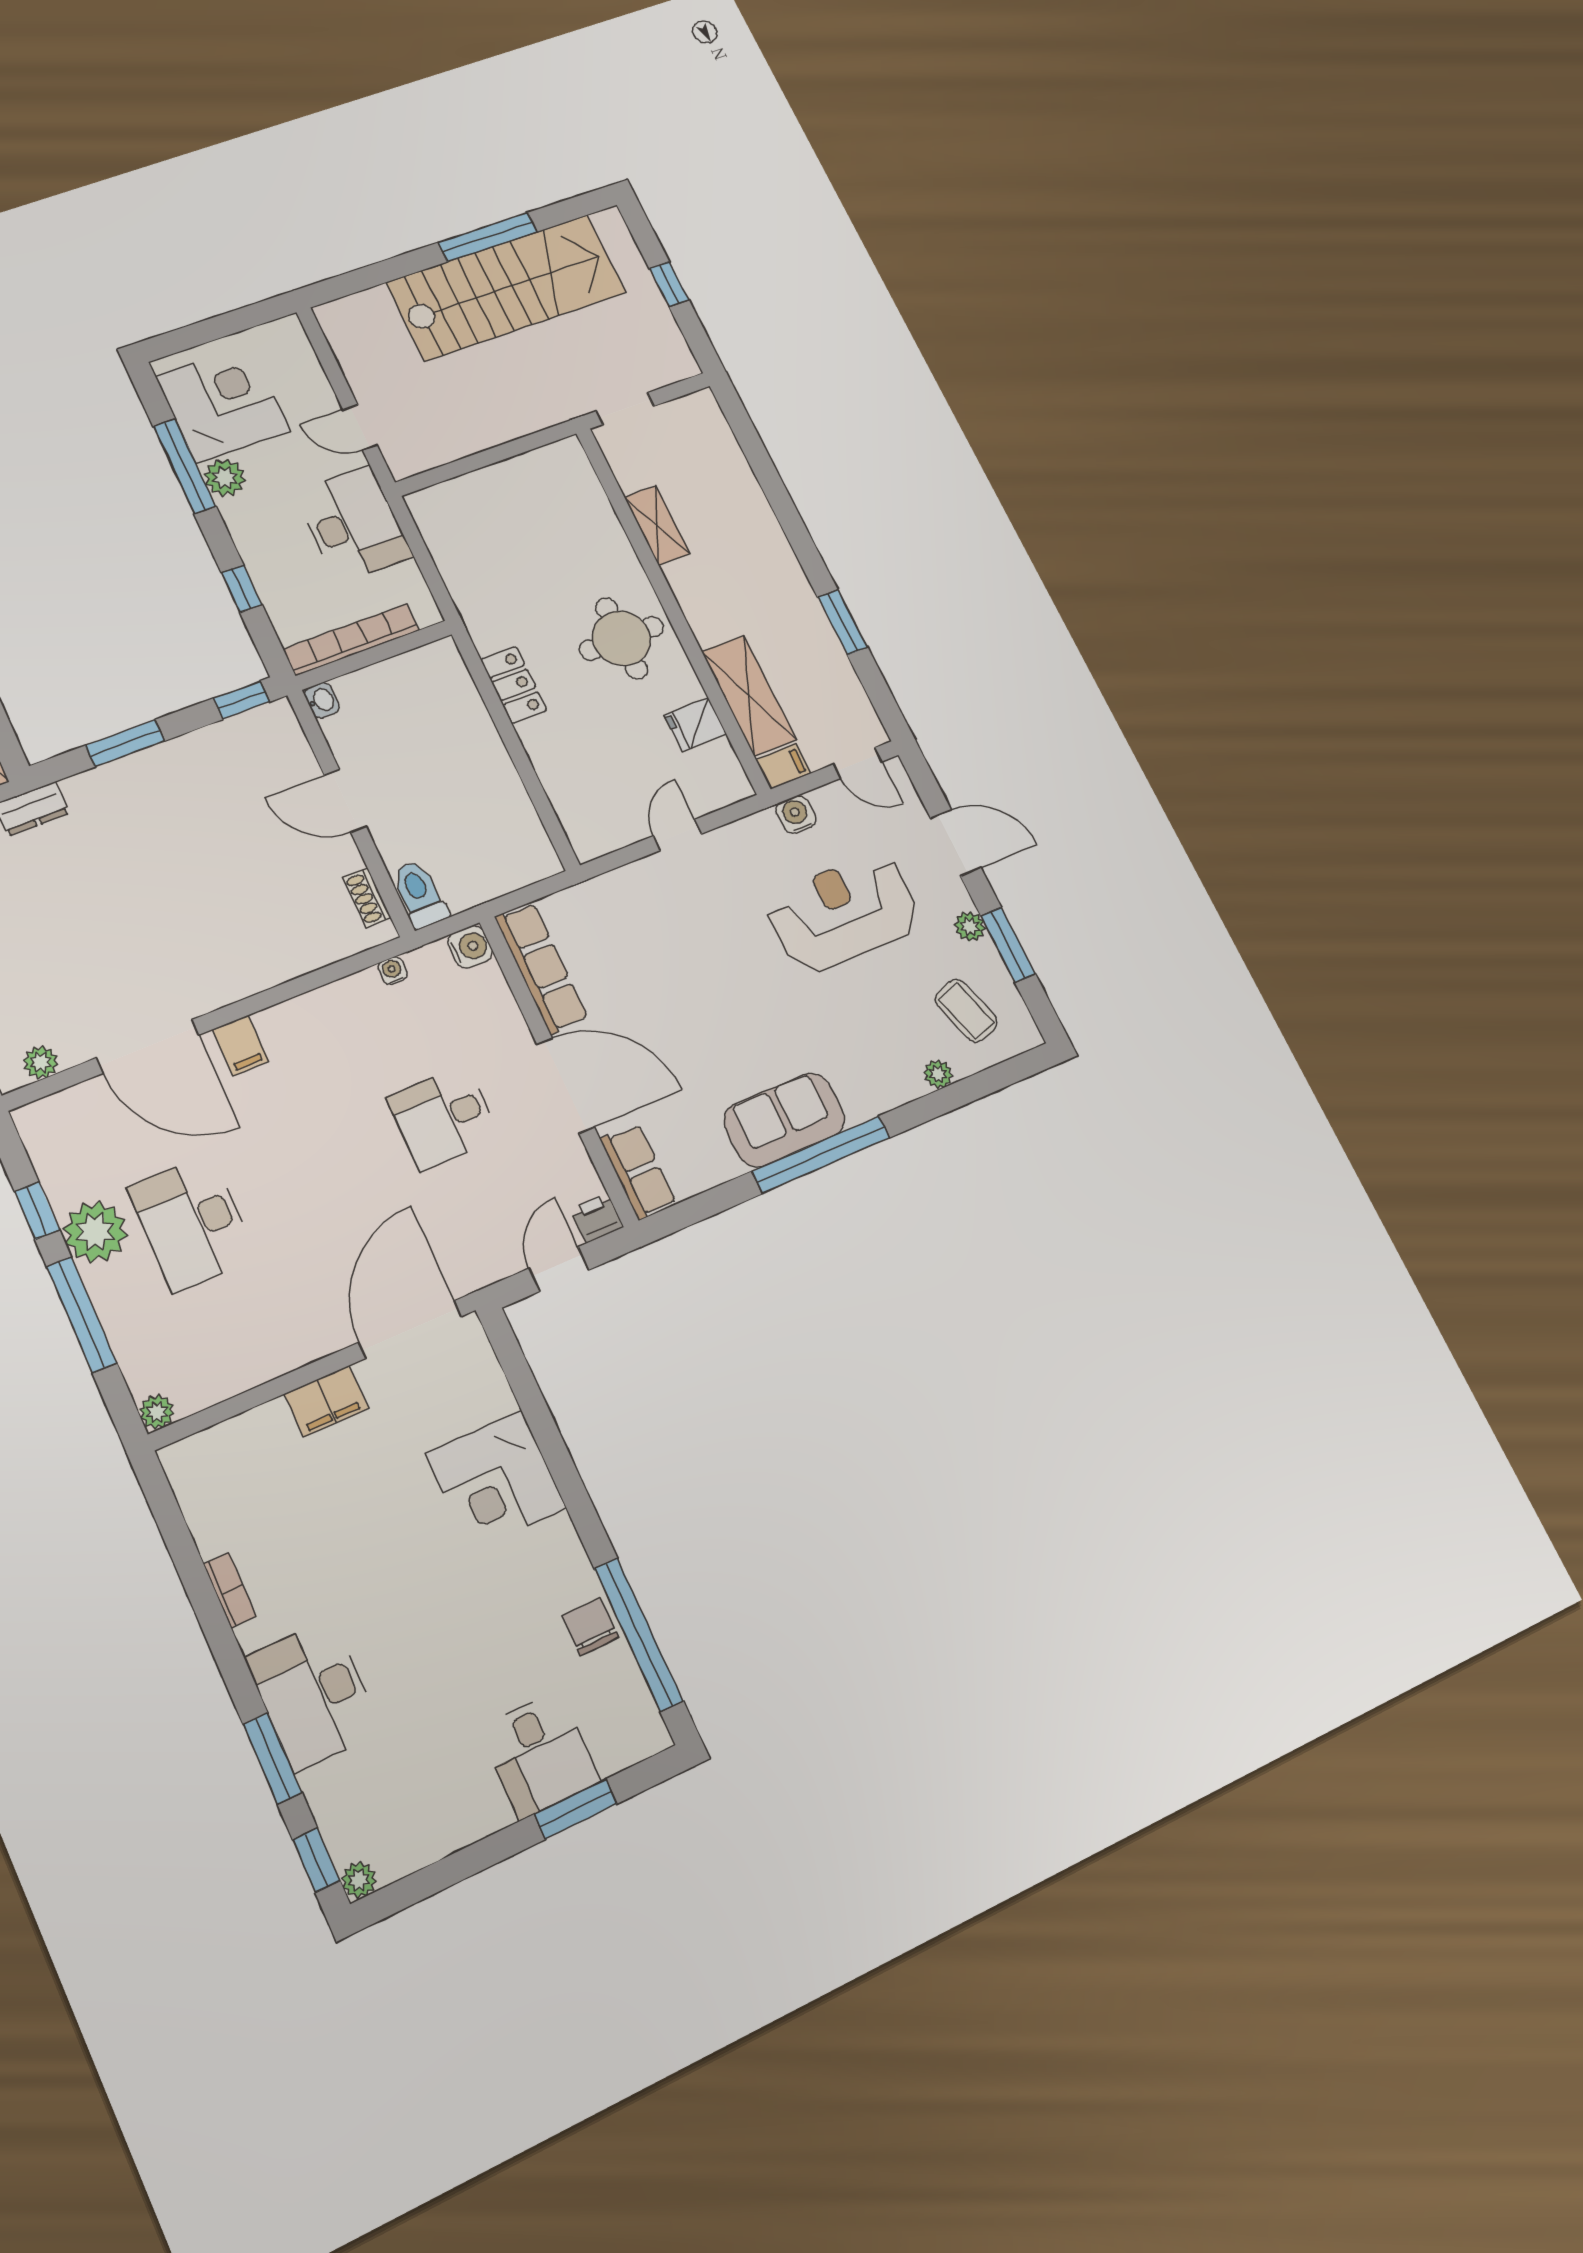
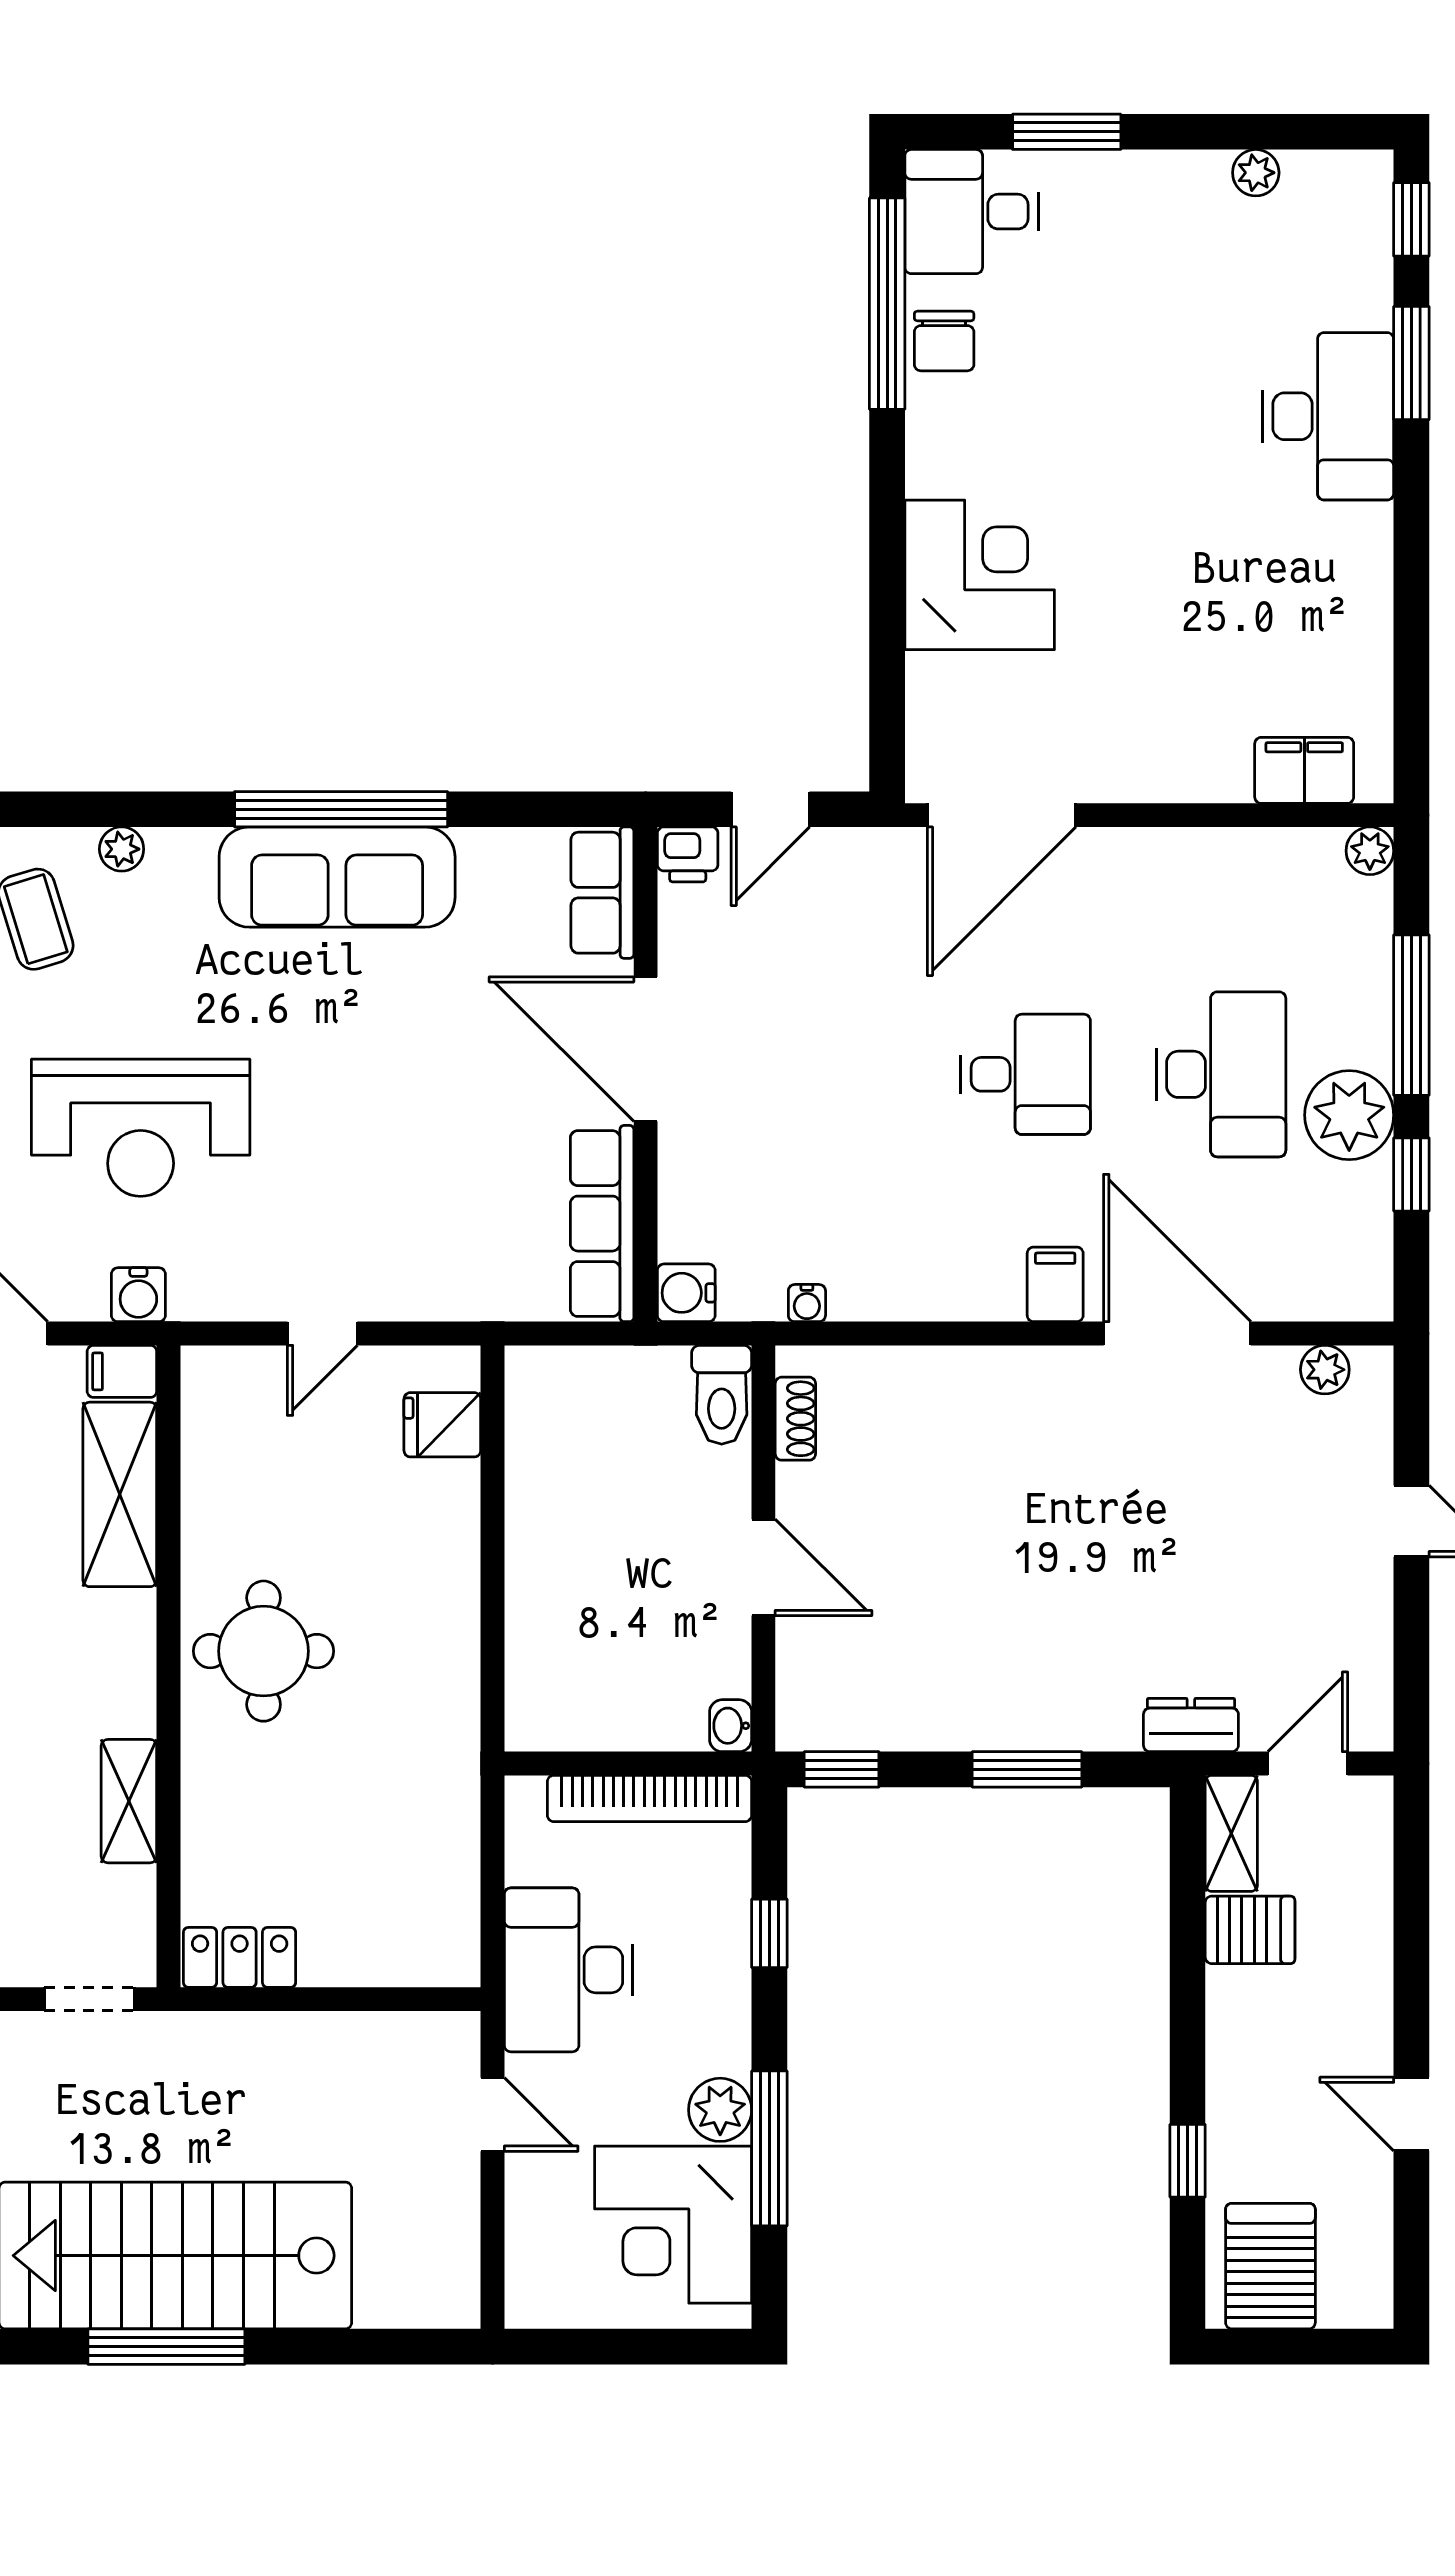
locker: (514, 685) -> (240, 1957), moved, turned 90
fridge: (695, 724) -> (442, 1425), moved, turned 180
desk: (443, 1118) -> (1026, 1074), moved
sofa: (784, 1120) -> (337, 877), width x1.36
filing cabinet: (326, 1401) -> (1304, 770), moved
bookcase: (230, 1590) -> (1375, 589), removed
desk: (540, 1755) -> (972, 212), moved, turned -90
plant: (359, 1880) -> (1256, 173), moved

